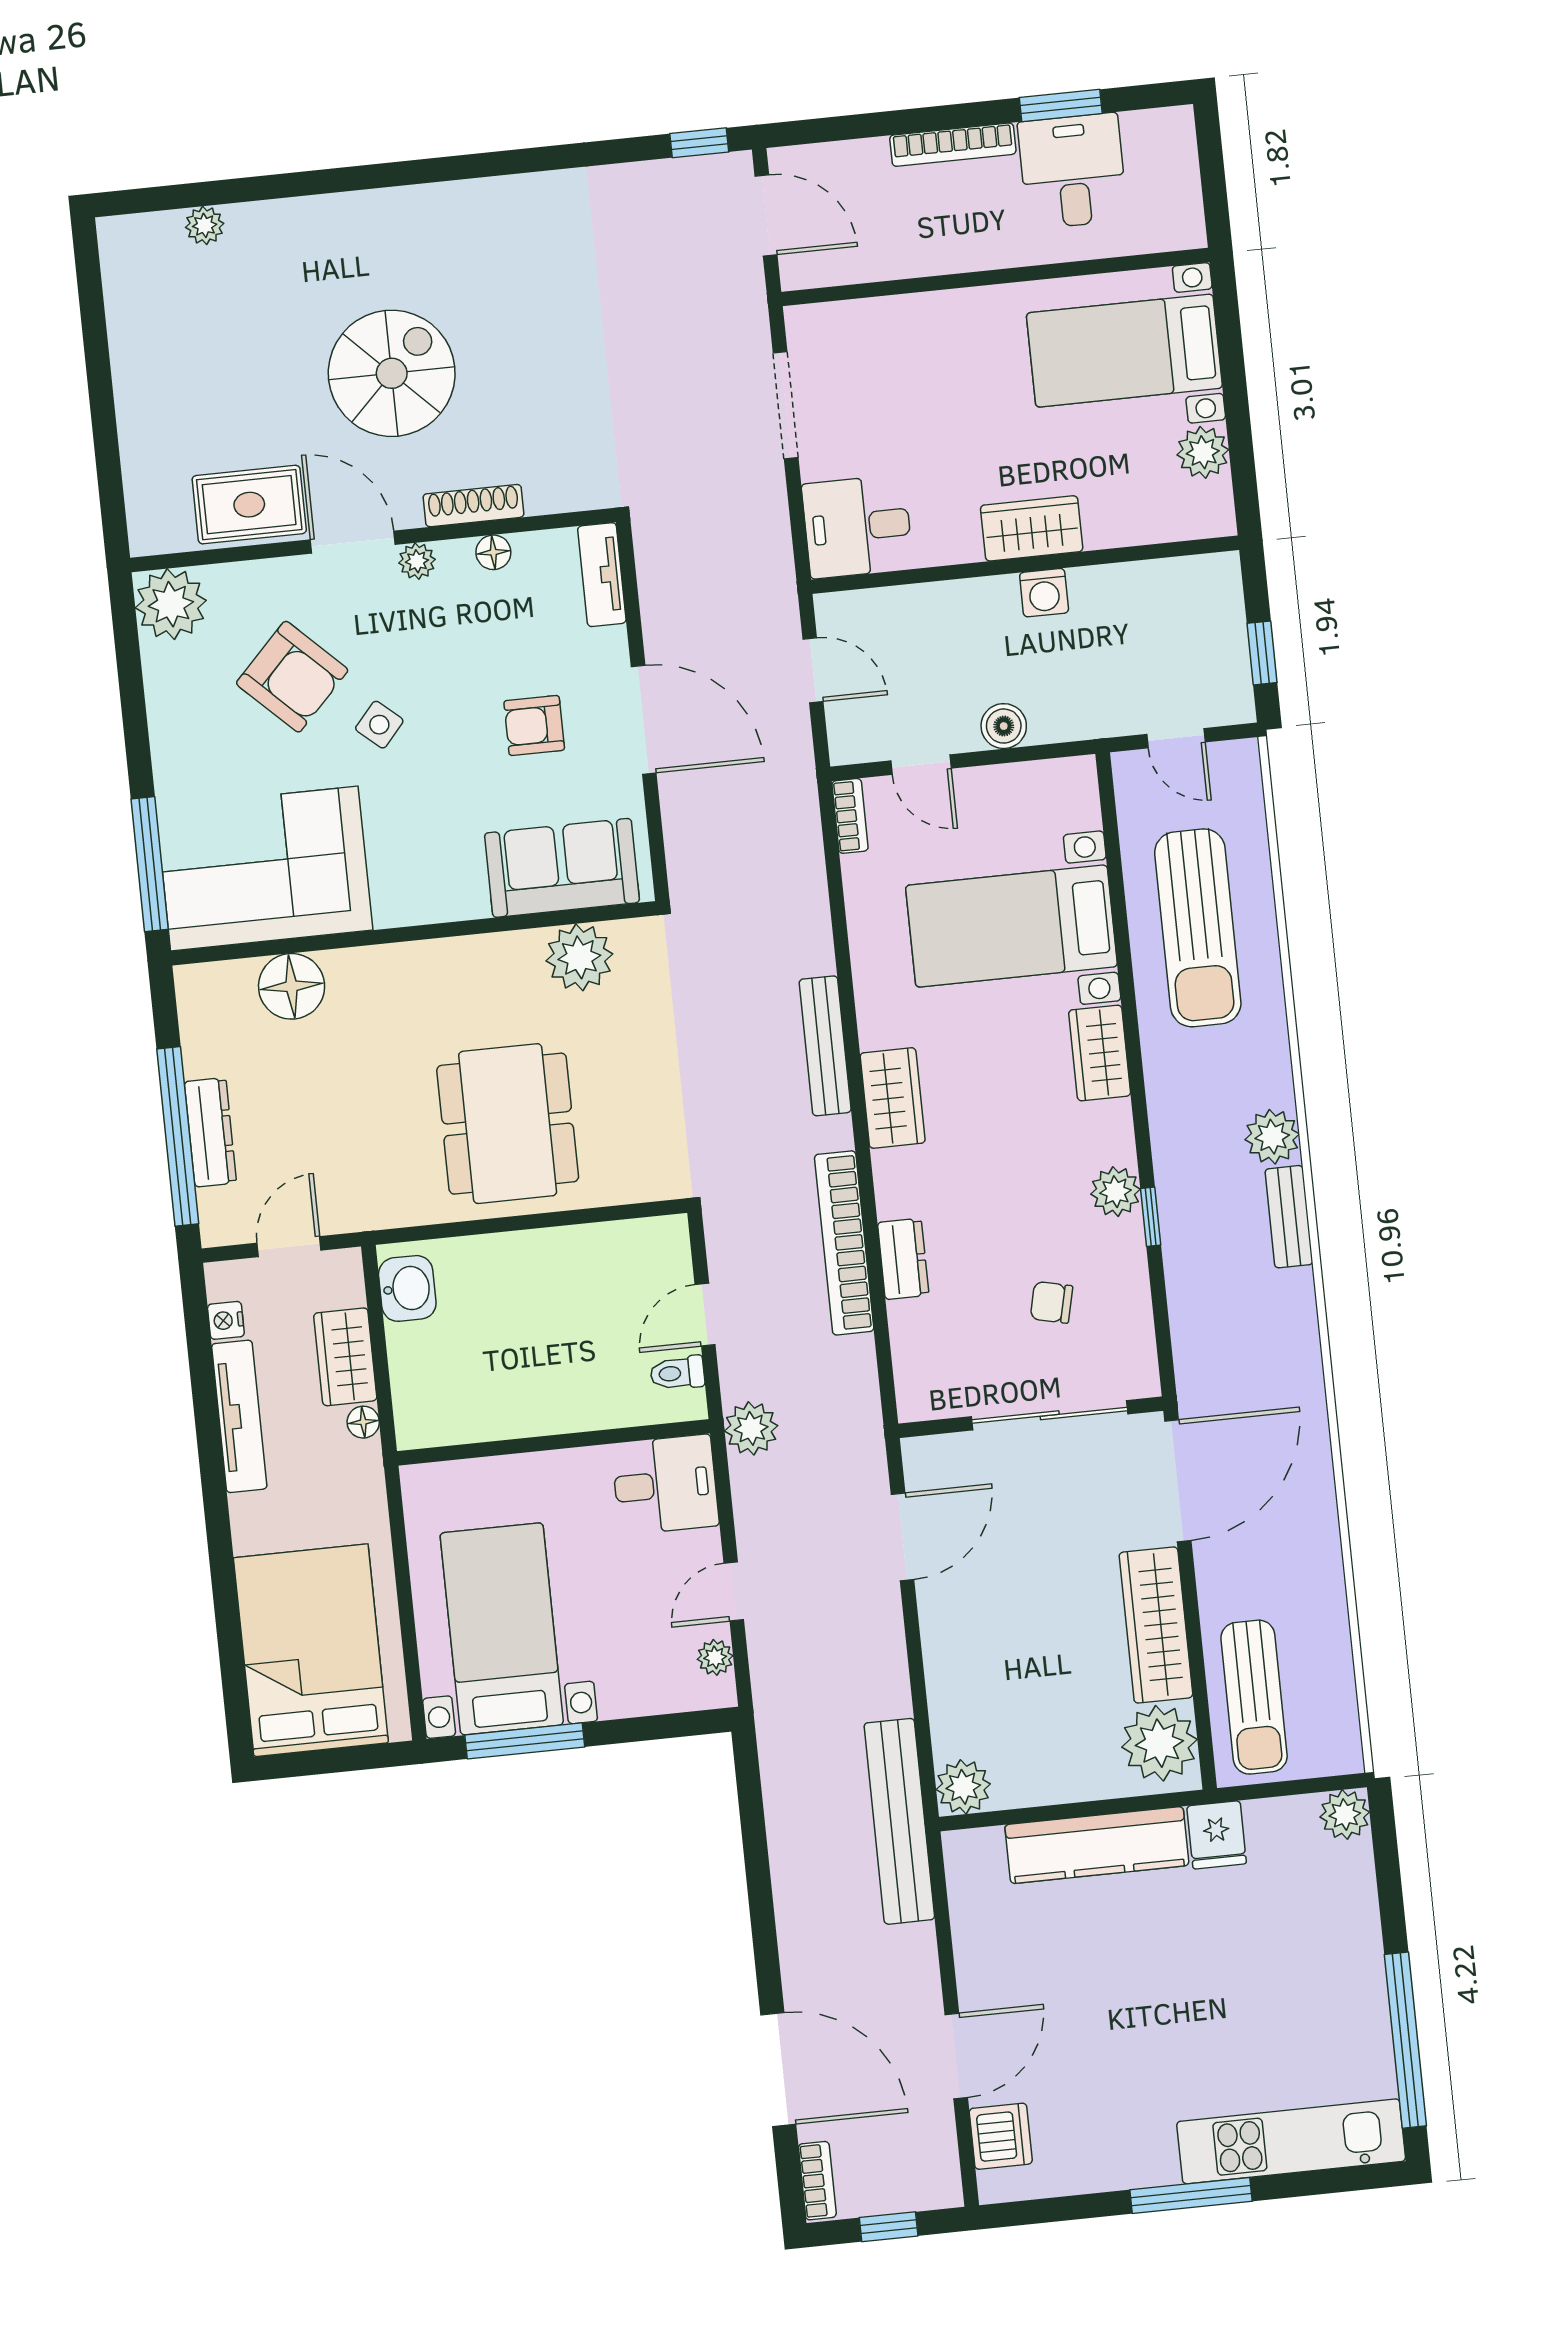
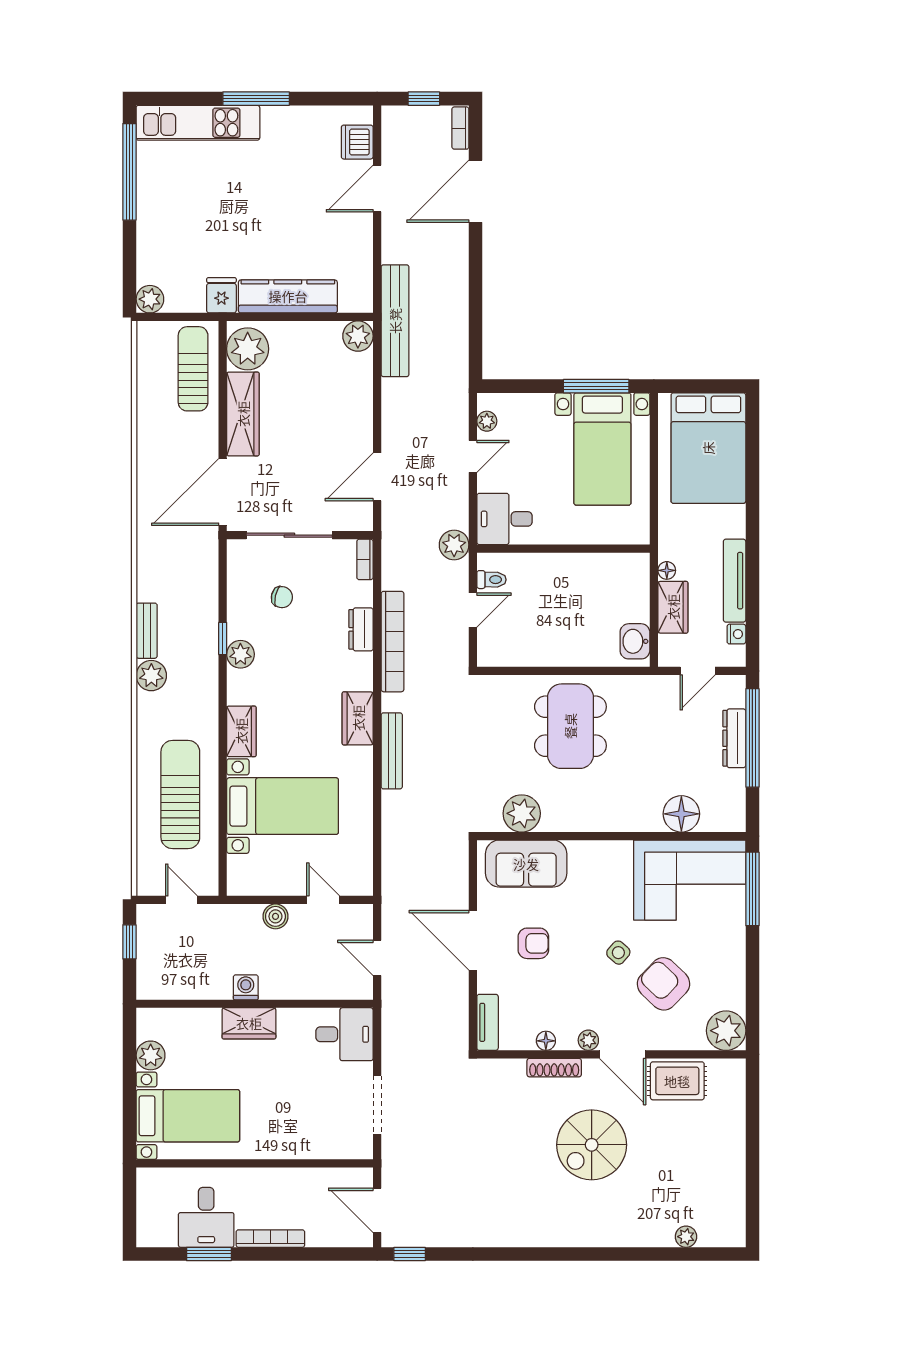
bookcase: (850, 816) -> (365, 559), moved
door: (778, 2069) -> (476, 191), hinge flipped

